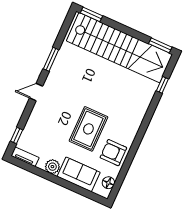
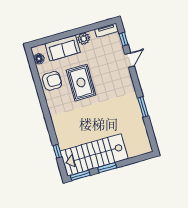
window: (91, 14) -> (107, 168), moved
stairs: (119, 48) -> (94, 155), width x0.73
door: (36, 92) -> (130, 60), moved

